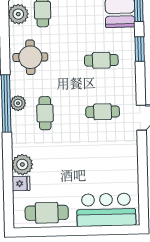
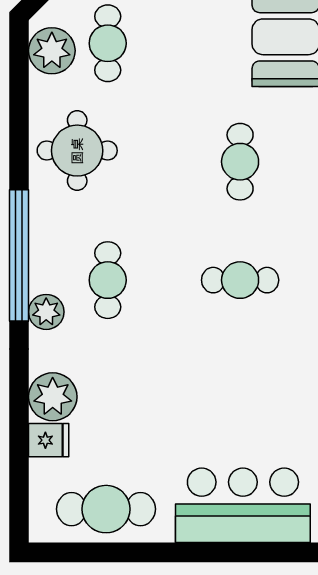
cafe table: (101, 60) -> (240, 162), turned 90
plant: (18, 103) -> (46, 312), moved

